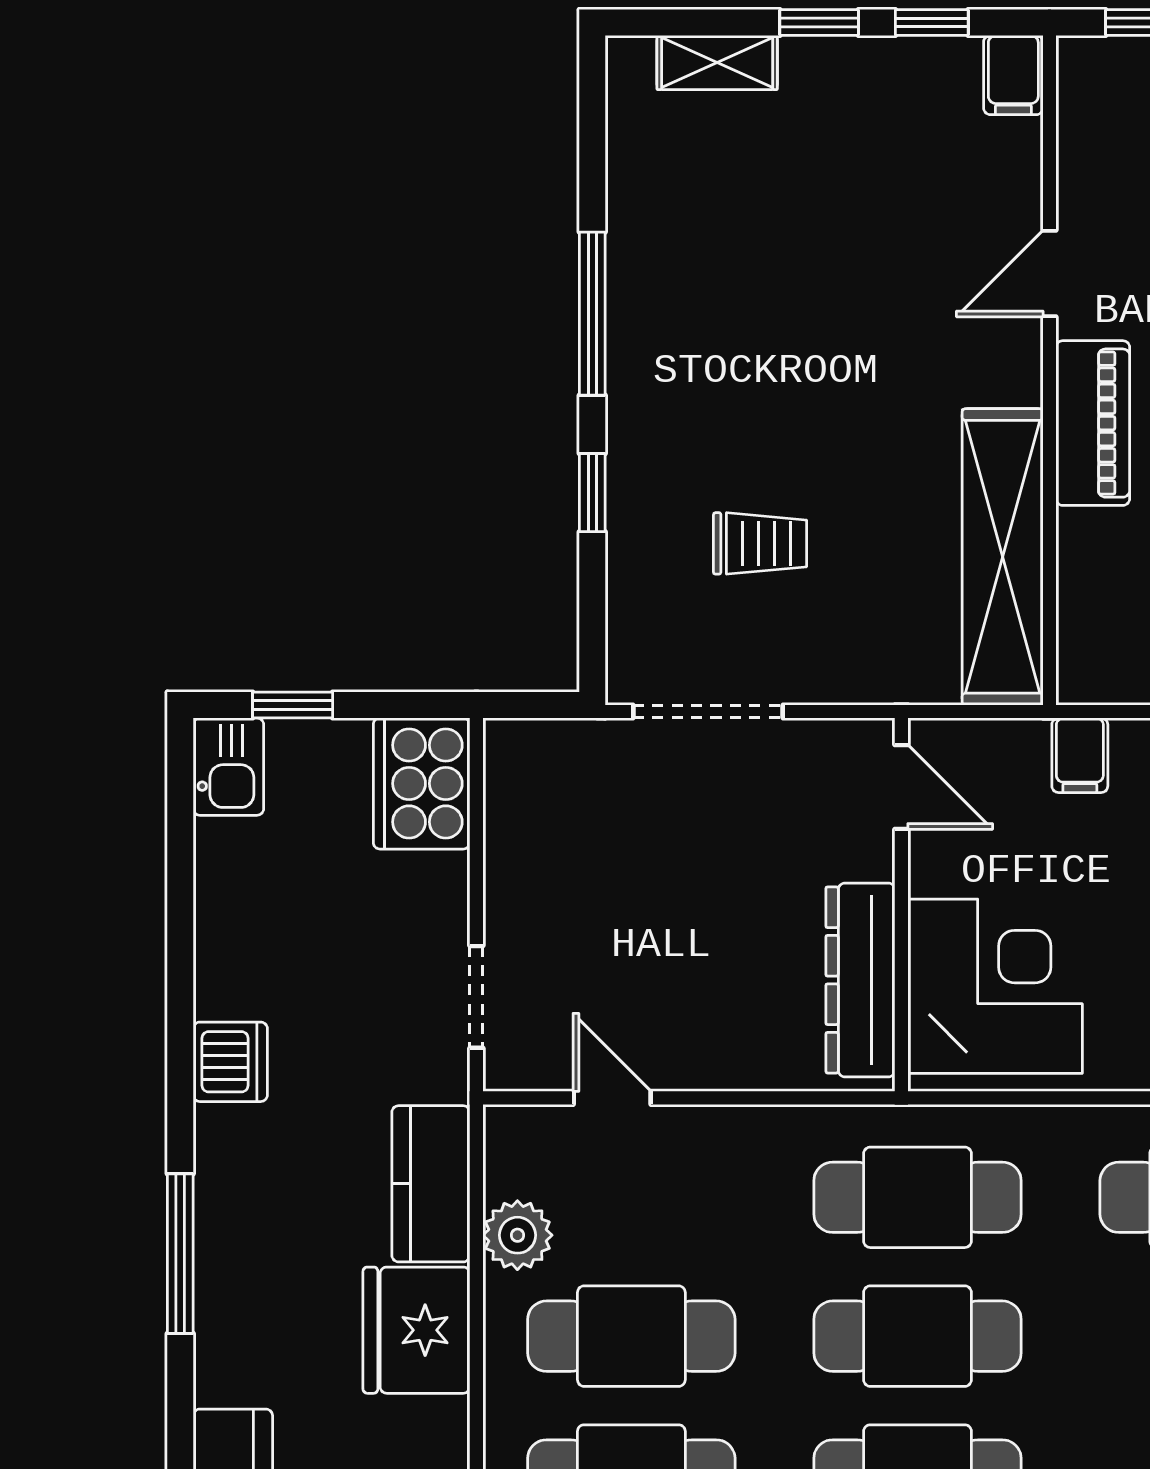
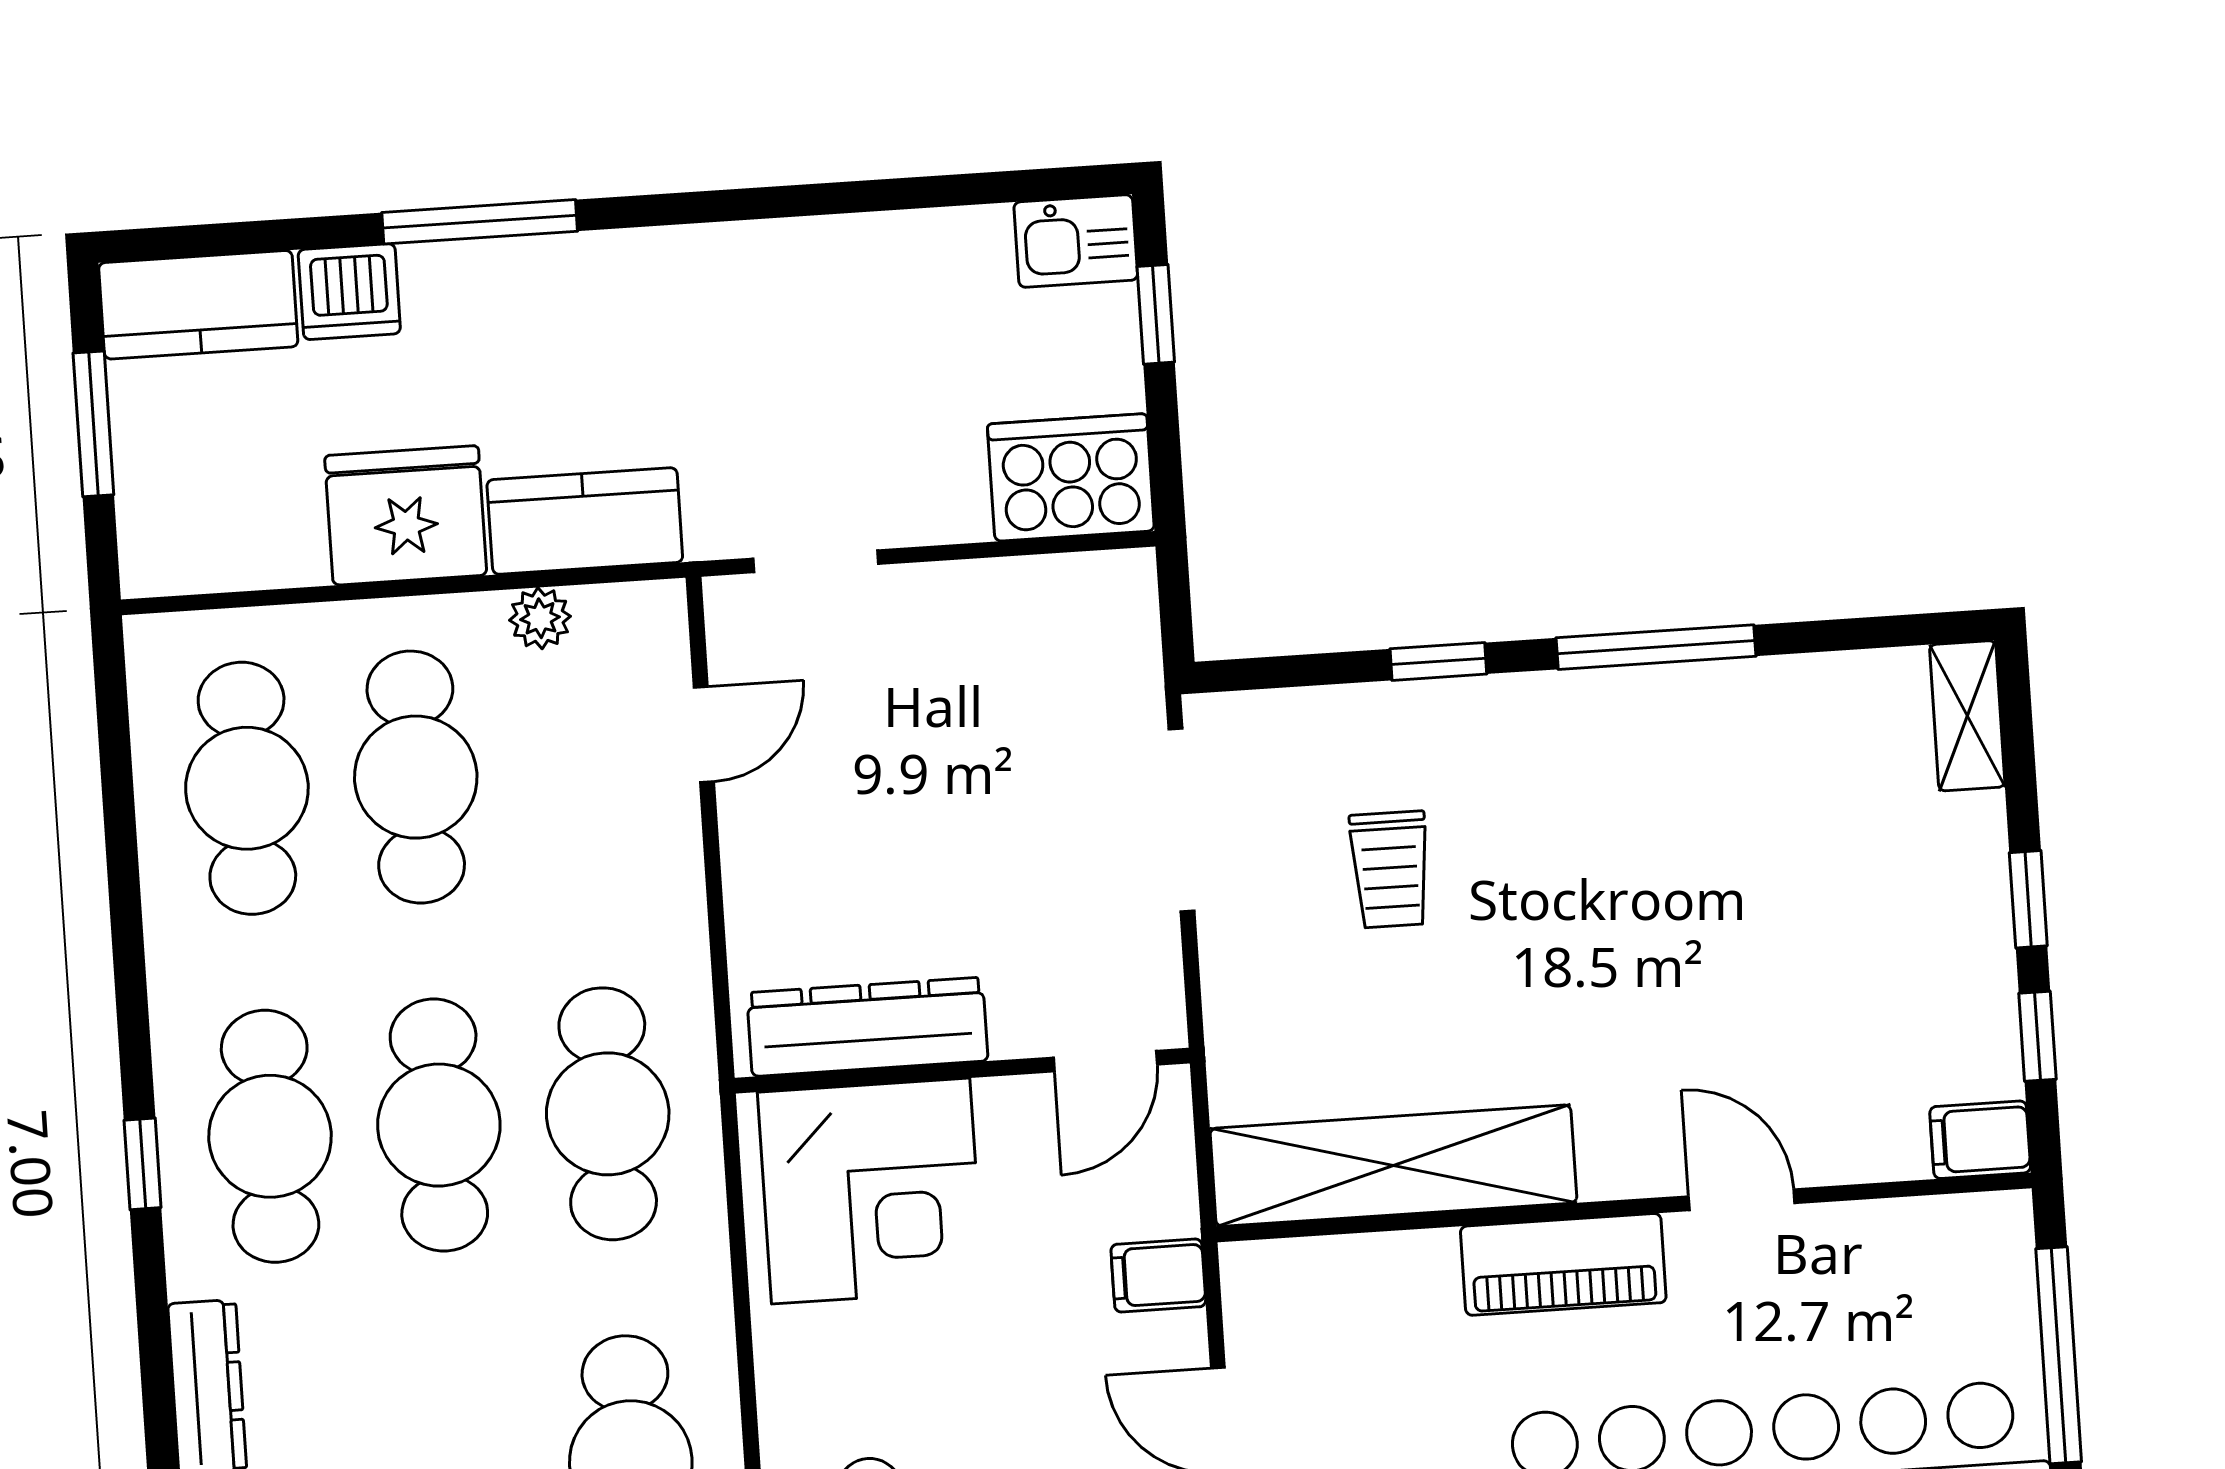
shelving: (717, 63) -> (1967, 716), moved
dishwasher: (230, 1062) -> (349, 292), moved
plant: (517, 1235) -> (540, 618), width x0.73, depth x0.73

